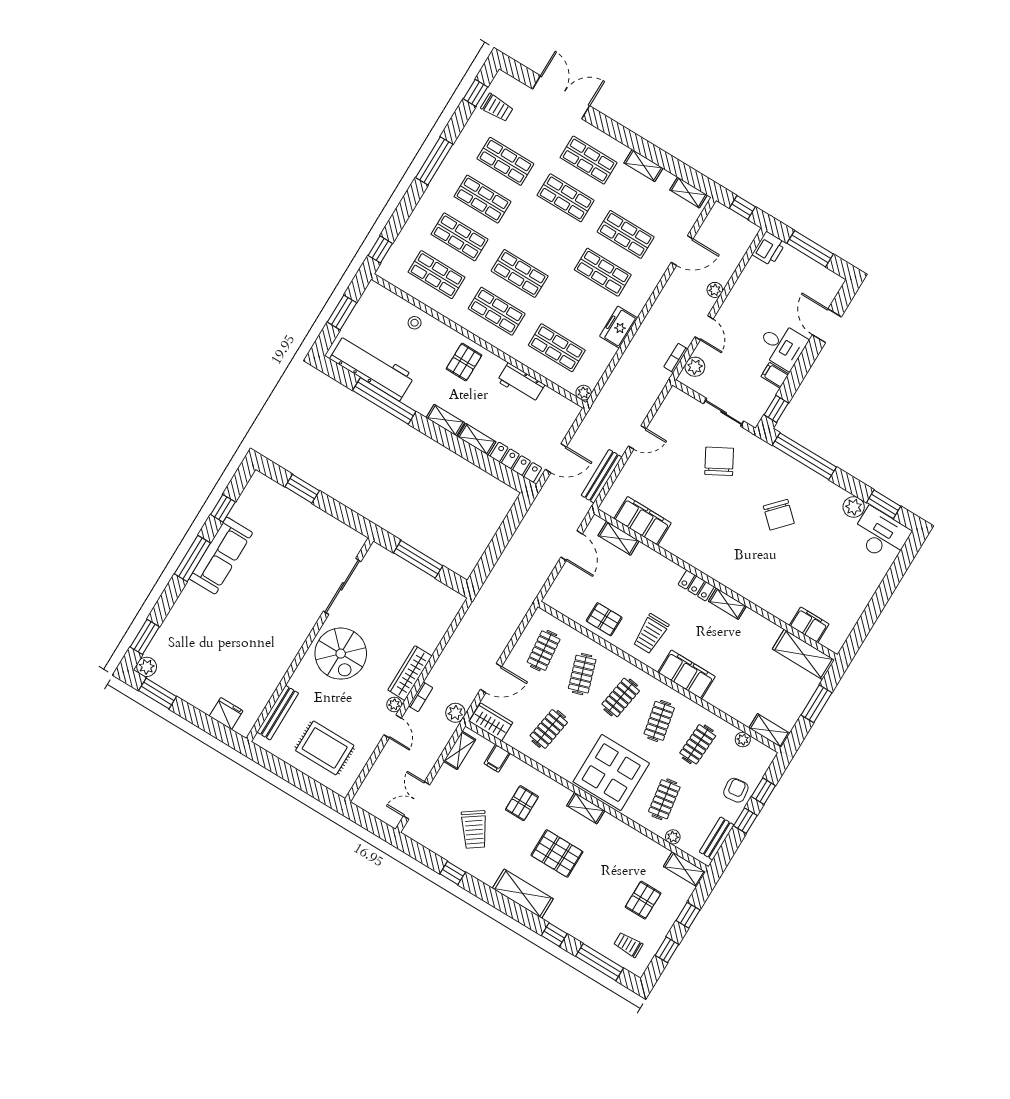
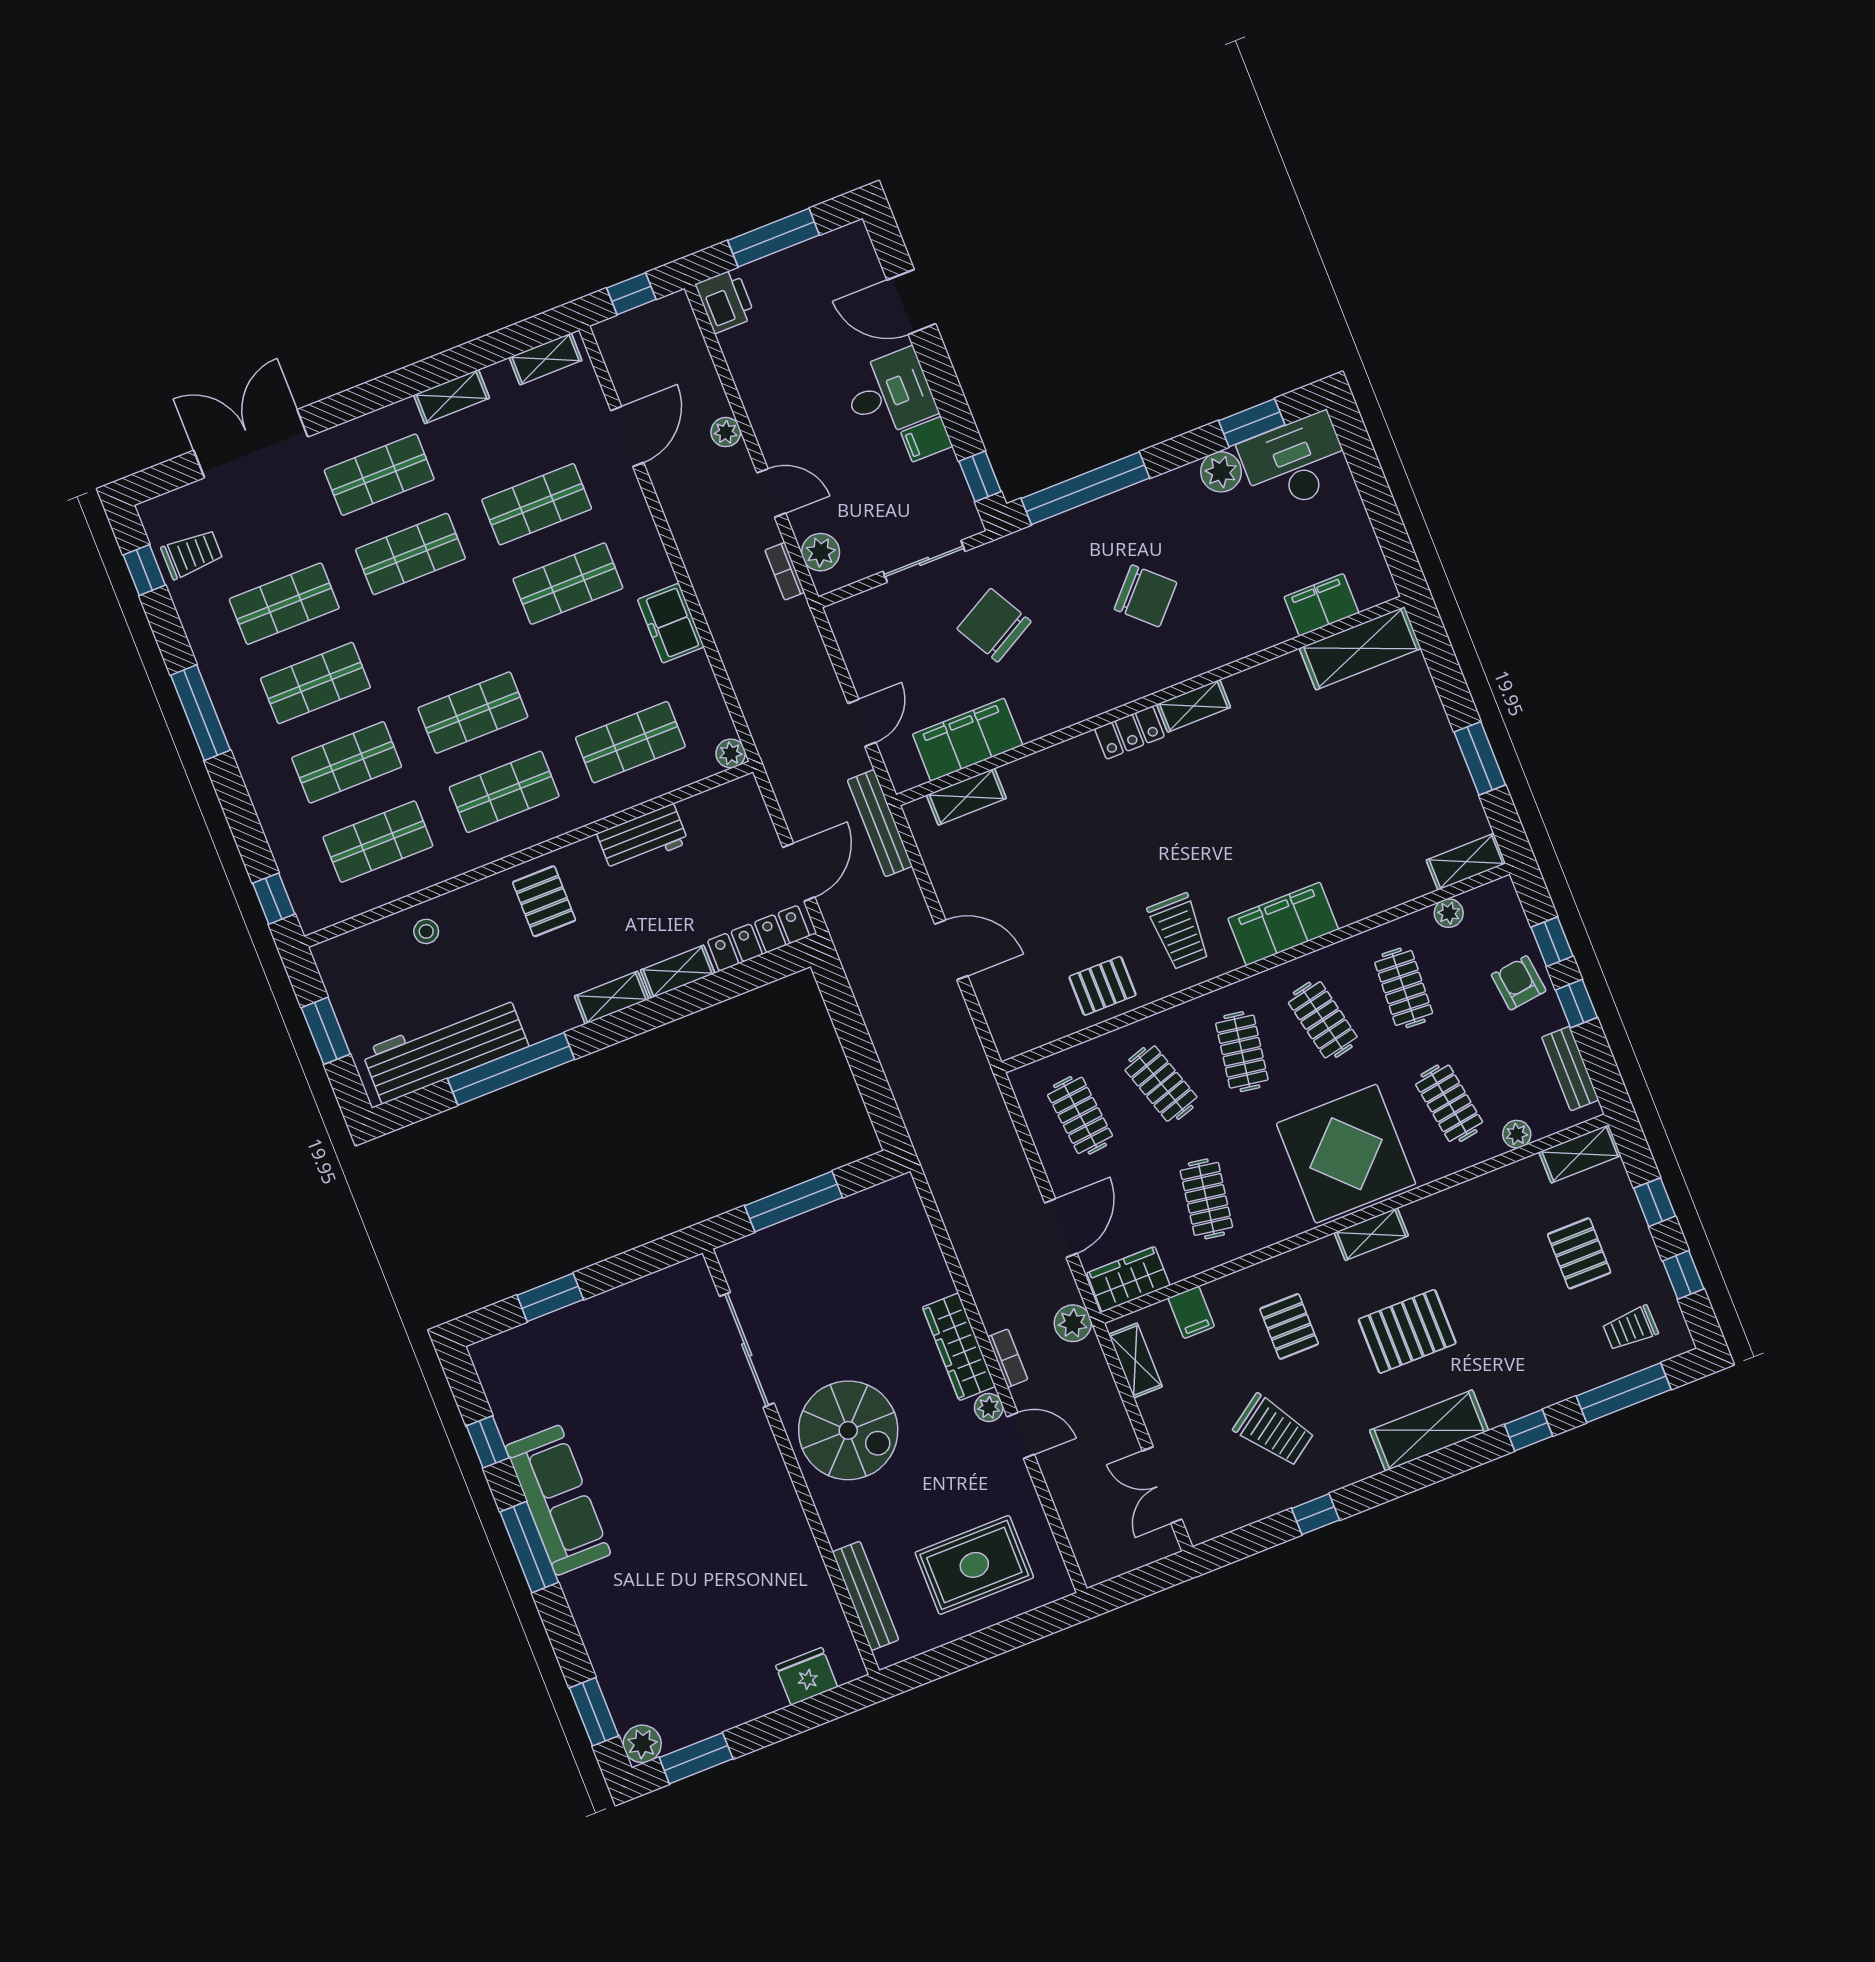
filing cabinet: (643, 521) -> (968, 740), moved
shelving: (619, 538) -> (966, 797), moved
wall: (716, 584) -> (1150, 701), moved
locker: (696, 586) -> (1129, 733), moved
shelving: (727, 604) -> (1194, 706), moved
filing cabinet: (809, 625) -> (1321, 605), moved
shelving: (803, 654) -> (1360, 648), moved

